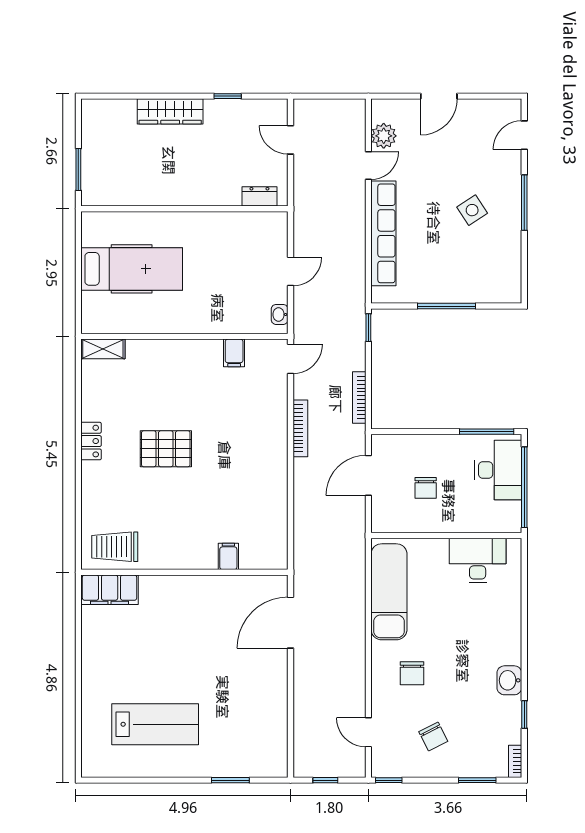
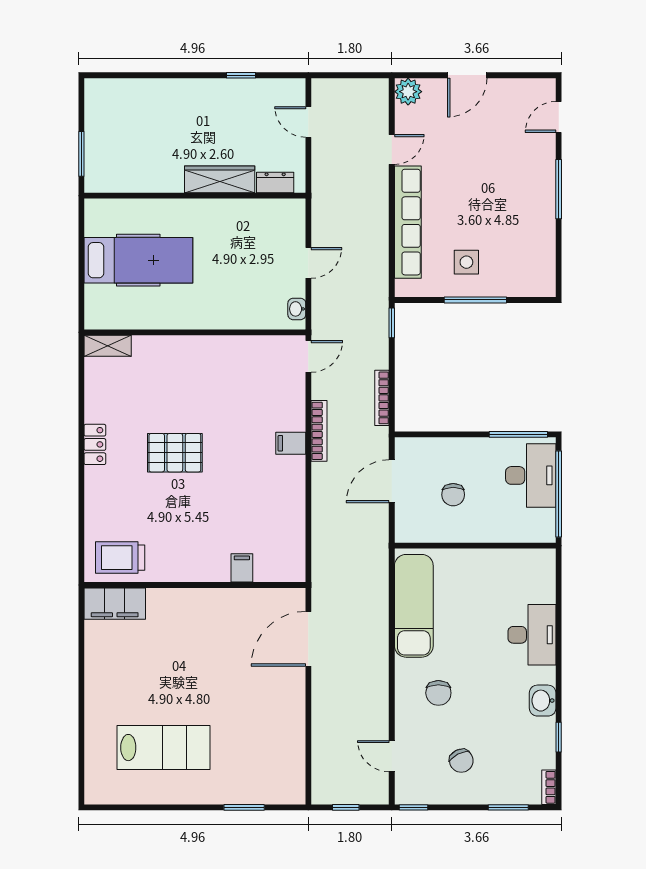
wardrobe: (170, 111) -> (220, 179), moved, turned 180
plant: (384, 136) -> (408, 92), moved
side table: (472, 210) -> (466, 262), moved, turned 33
filing cabinet: (234, 353) -> (291, 443), moved, turned 90
desk: (478, 560) -> (532, 635), moved, turned 90

